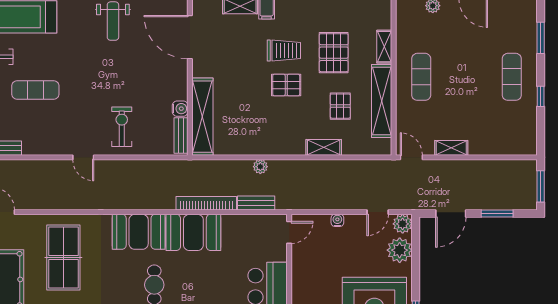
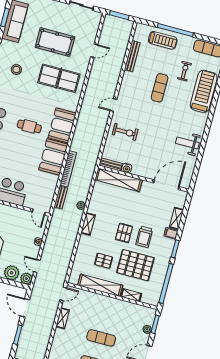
pallet: (334, 53) -> (135, 265), width x1.37, depth x1.41
exercise mat: (421, 77) -> (101, 338), moved
shelving: (324, 147) -> (88, 224), moved

